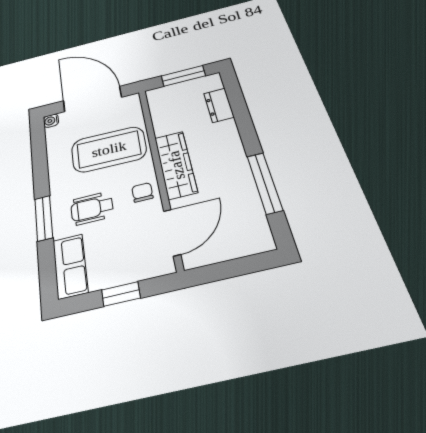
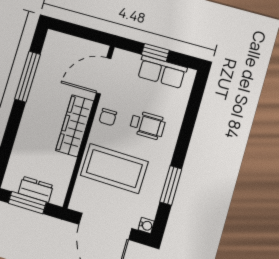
dresser: (219, 105) -> (36, 189), moved, turned -90
window: (44, 218) -> (171, 185), moved
row of seats: (70, 266) -> (162, 72), moved, turned -90

